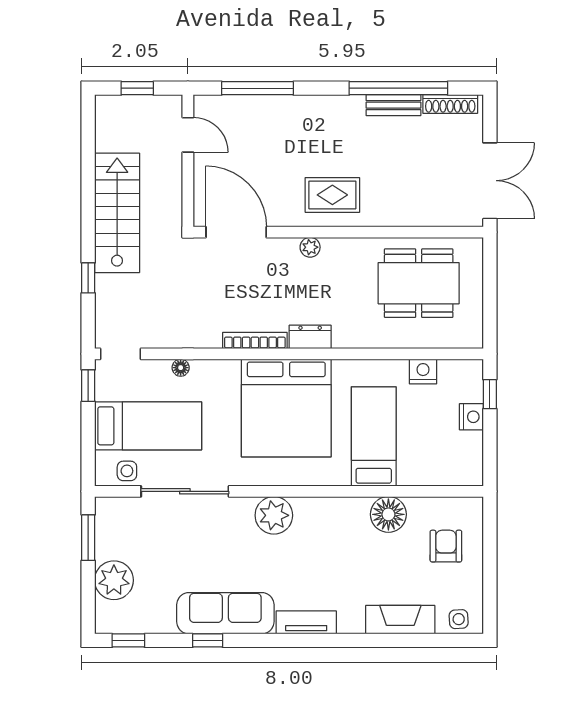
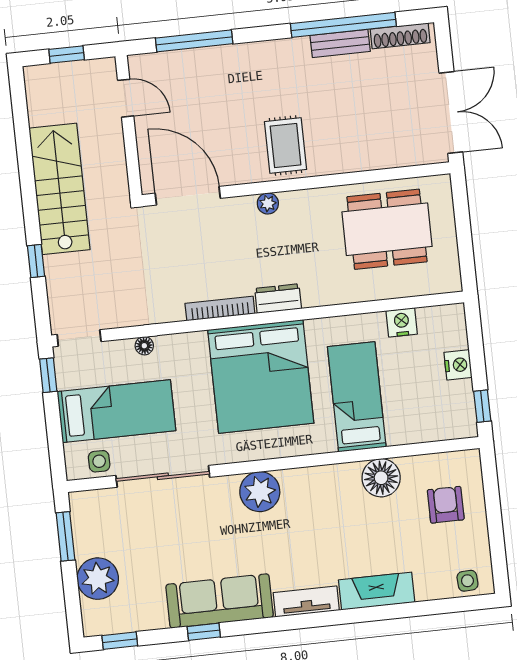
rug: (332, 195) -> (286, 146), turned 90
window: (490, 394) -> (482, 406), moved
fireplace: (400, 620) -> (377, 591), moved

